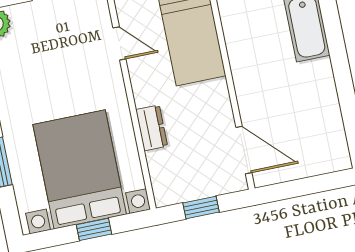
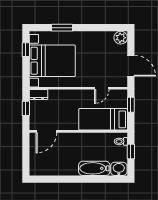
dresser: (152, 128) -> (38, 95), moved
window: (94, 229) -> (26, 50), moved

